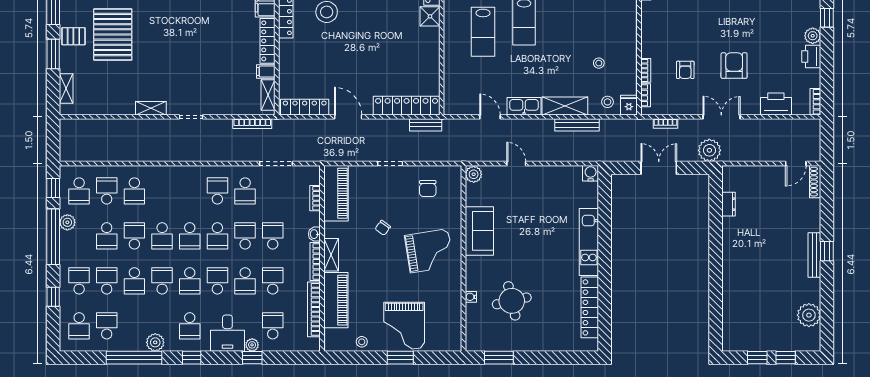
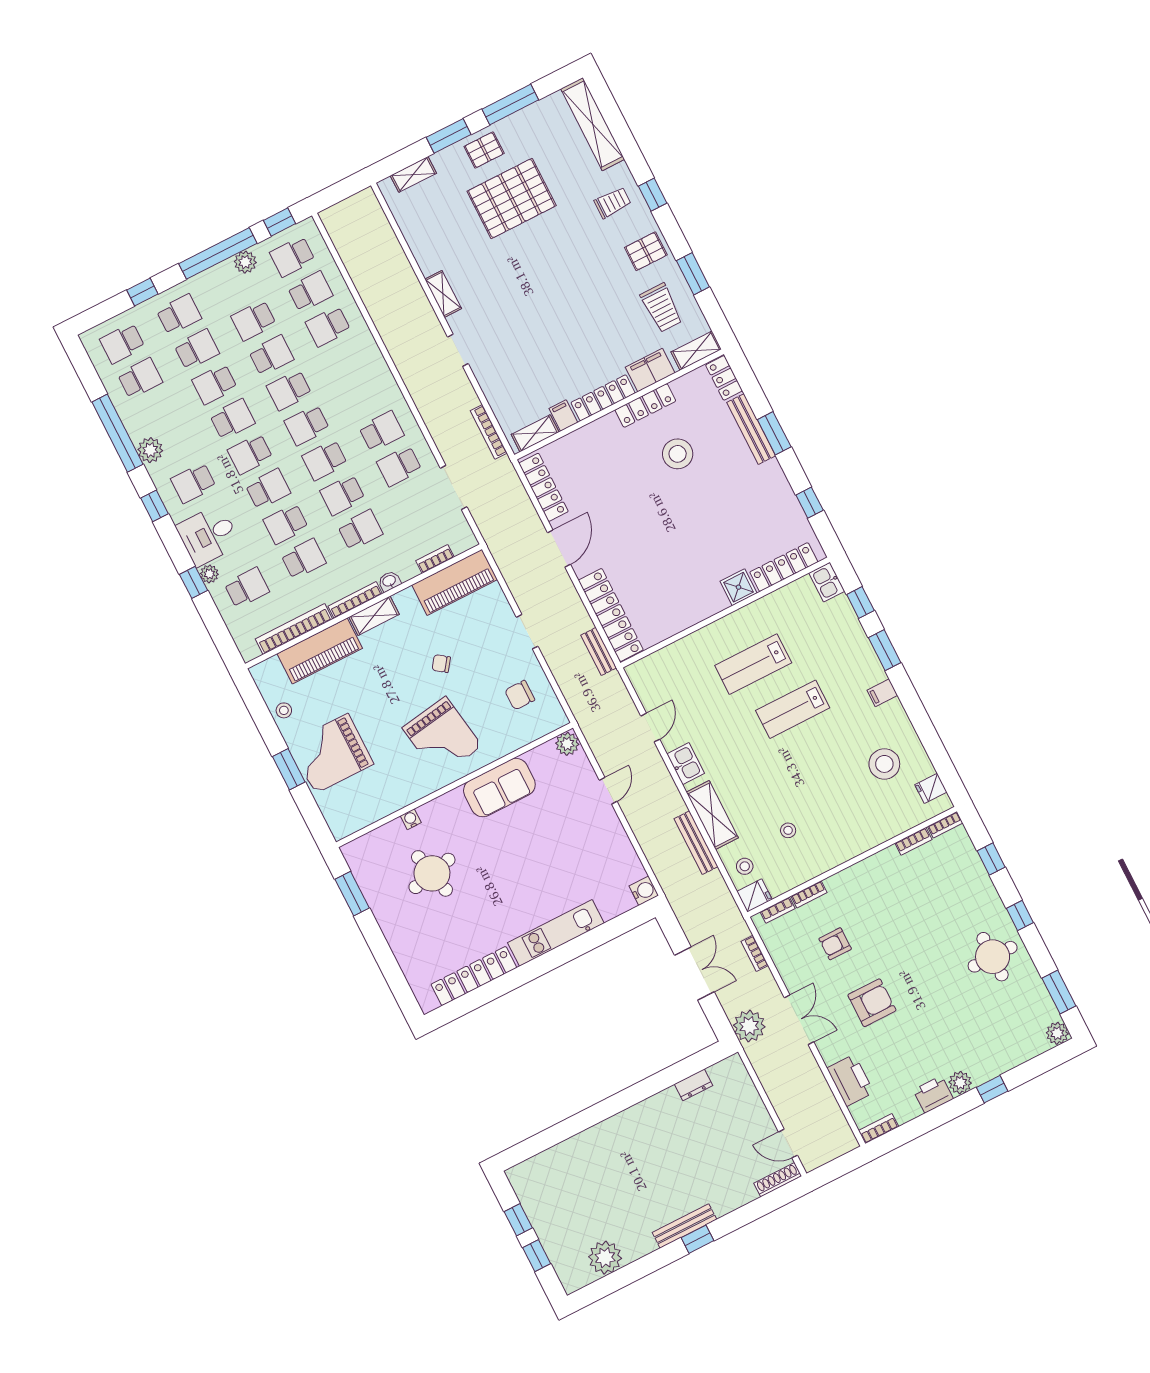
pallet: (73, 36) -> (484, 150), turned 90
kitchen sink: (524, 106) -> (686, 764), width x0.73
school desk: (245, 236) -> (342, 495), turned 180

